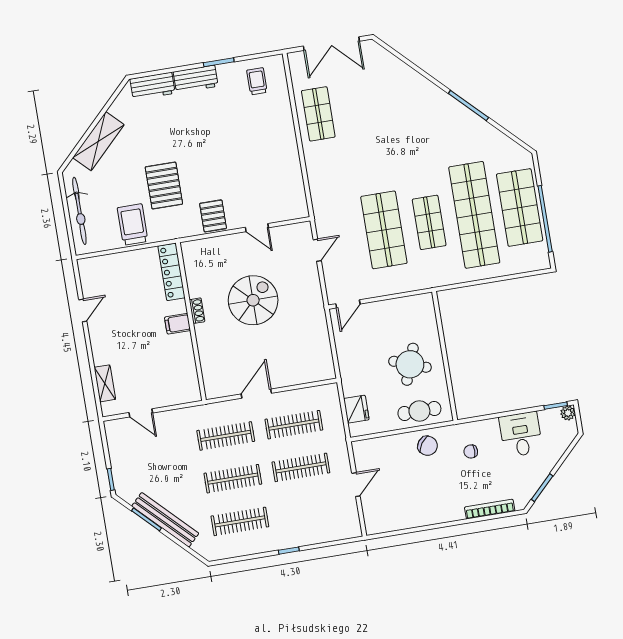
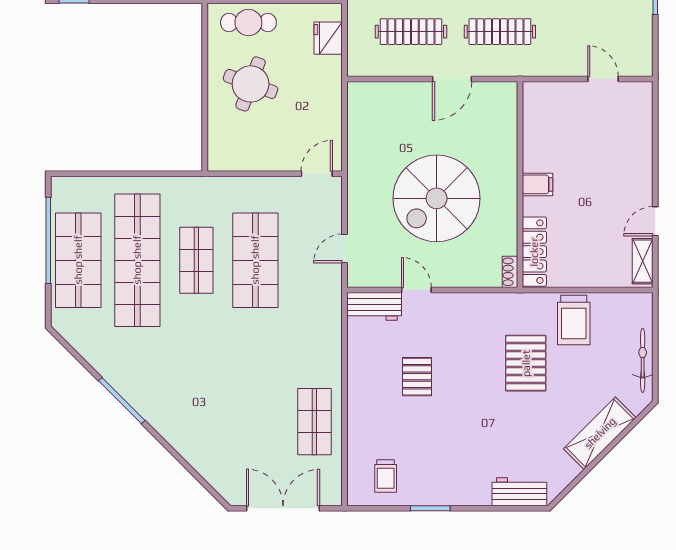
workbench: (196, 79) -> (374, 306), moved, turned 180
bicycle: (79, 211) -> (643, 360), width x0.73, depth x0.71
pallet: (213, 216) -> (417, 377), moved
spiral stairs: (253, 300) -> (437, 198), width x1.37, depth x1.37
shoe rack: (197, 311) -> (510, 272), moved
shelving: (105, 383) -> (643, 261), moved

